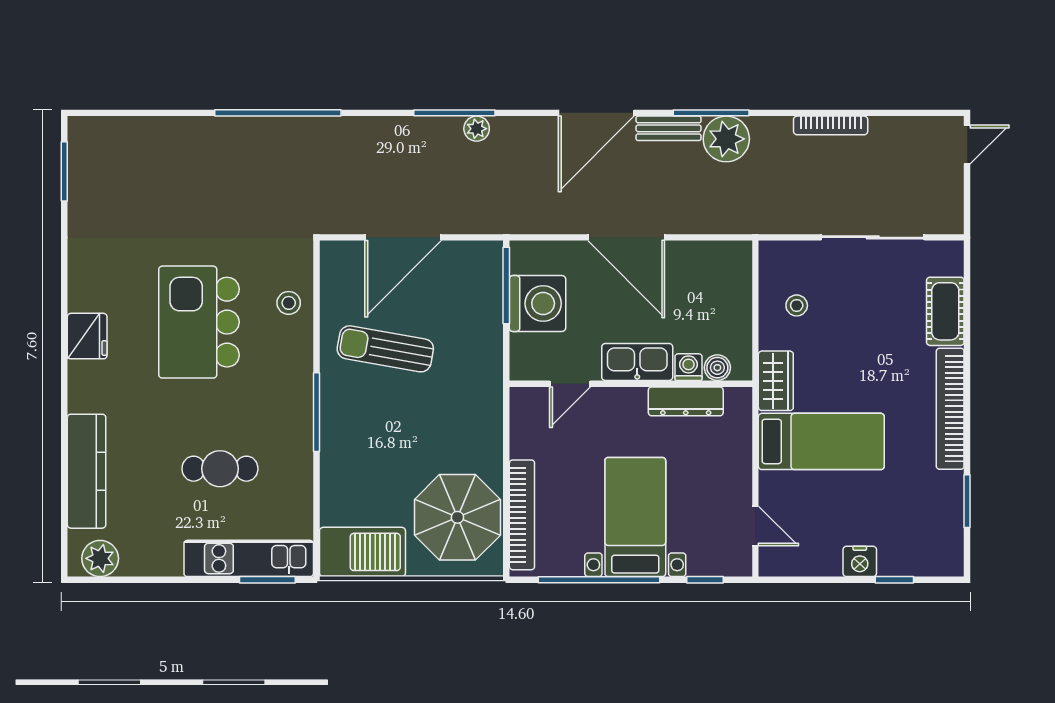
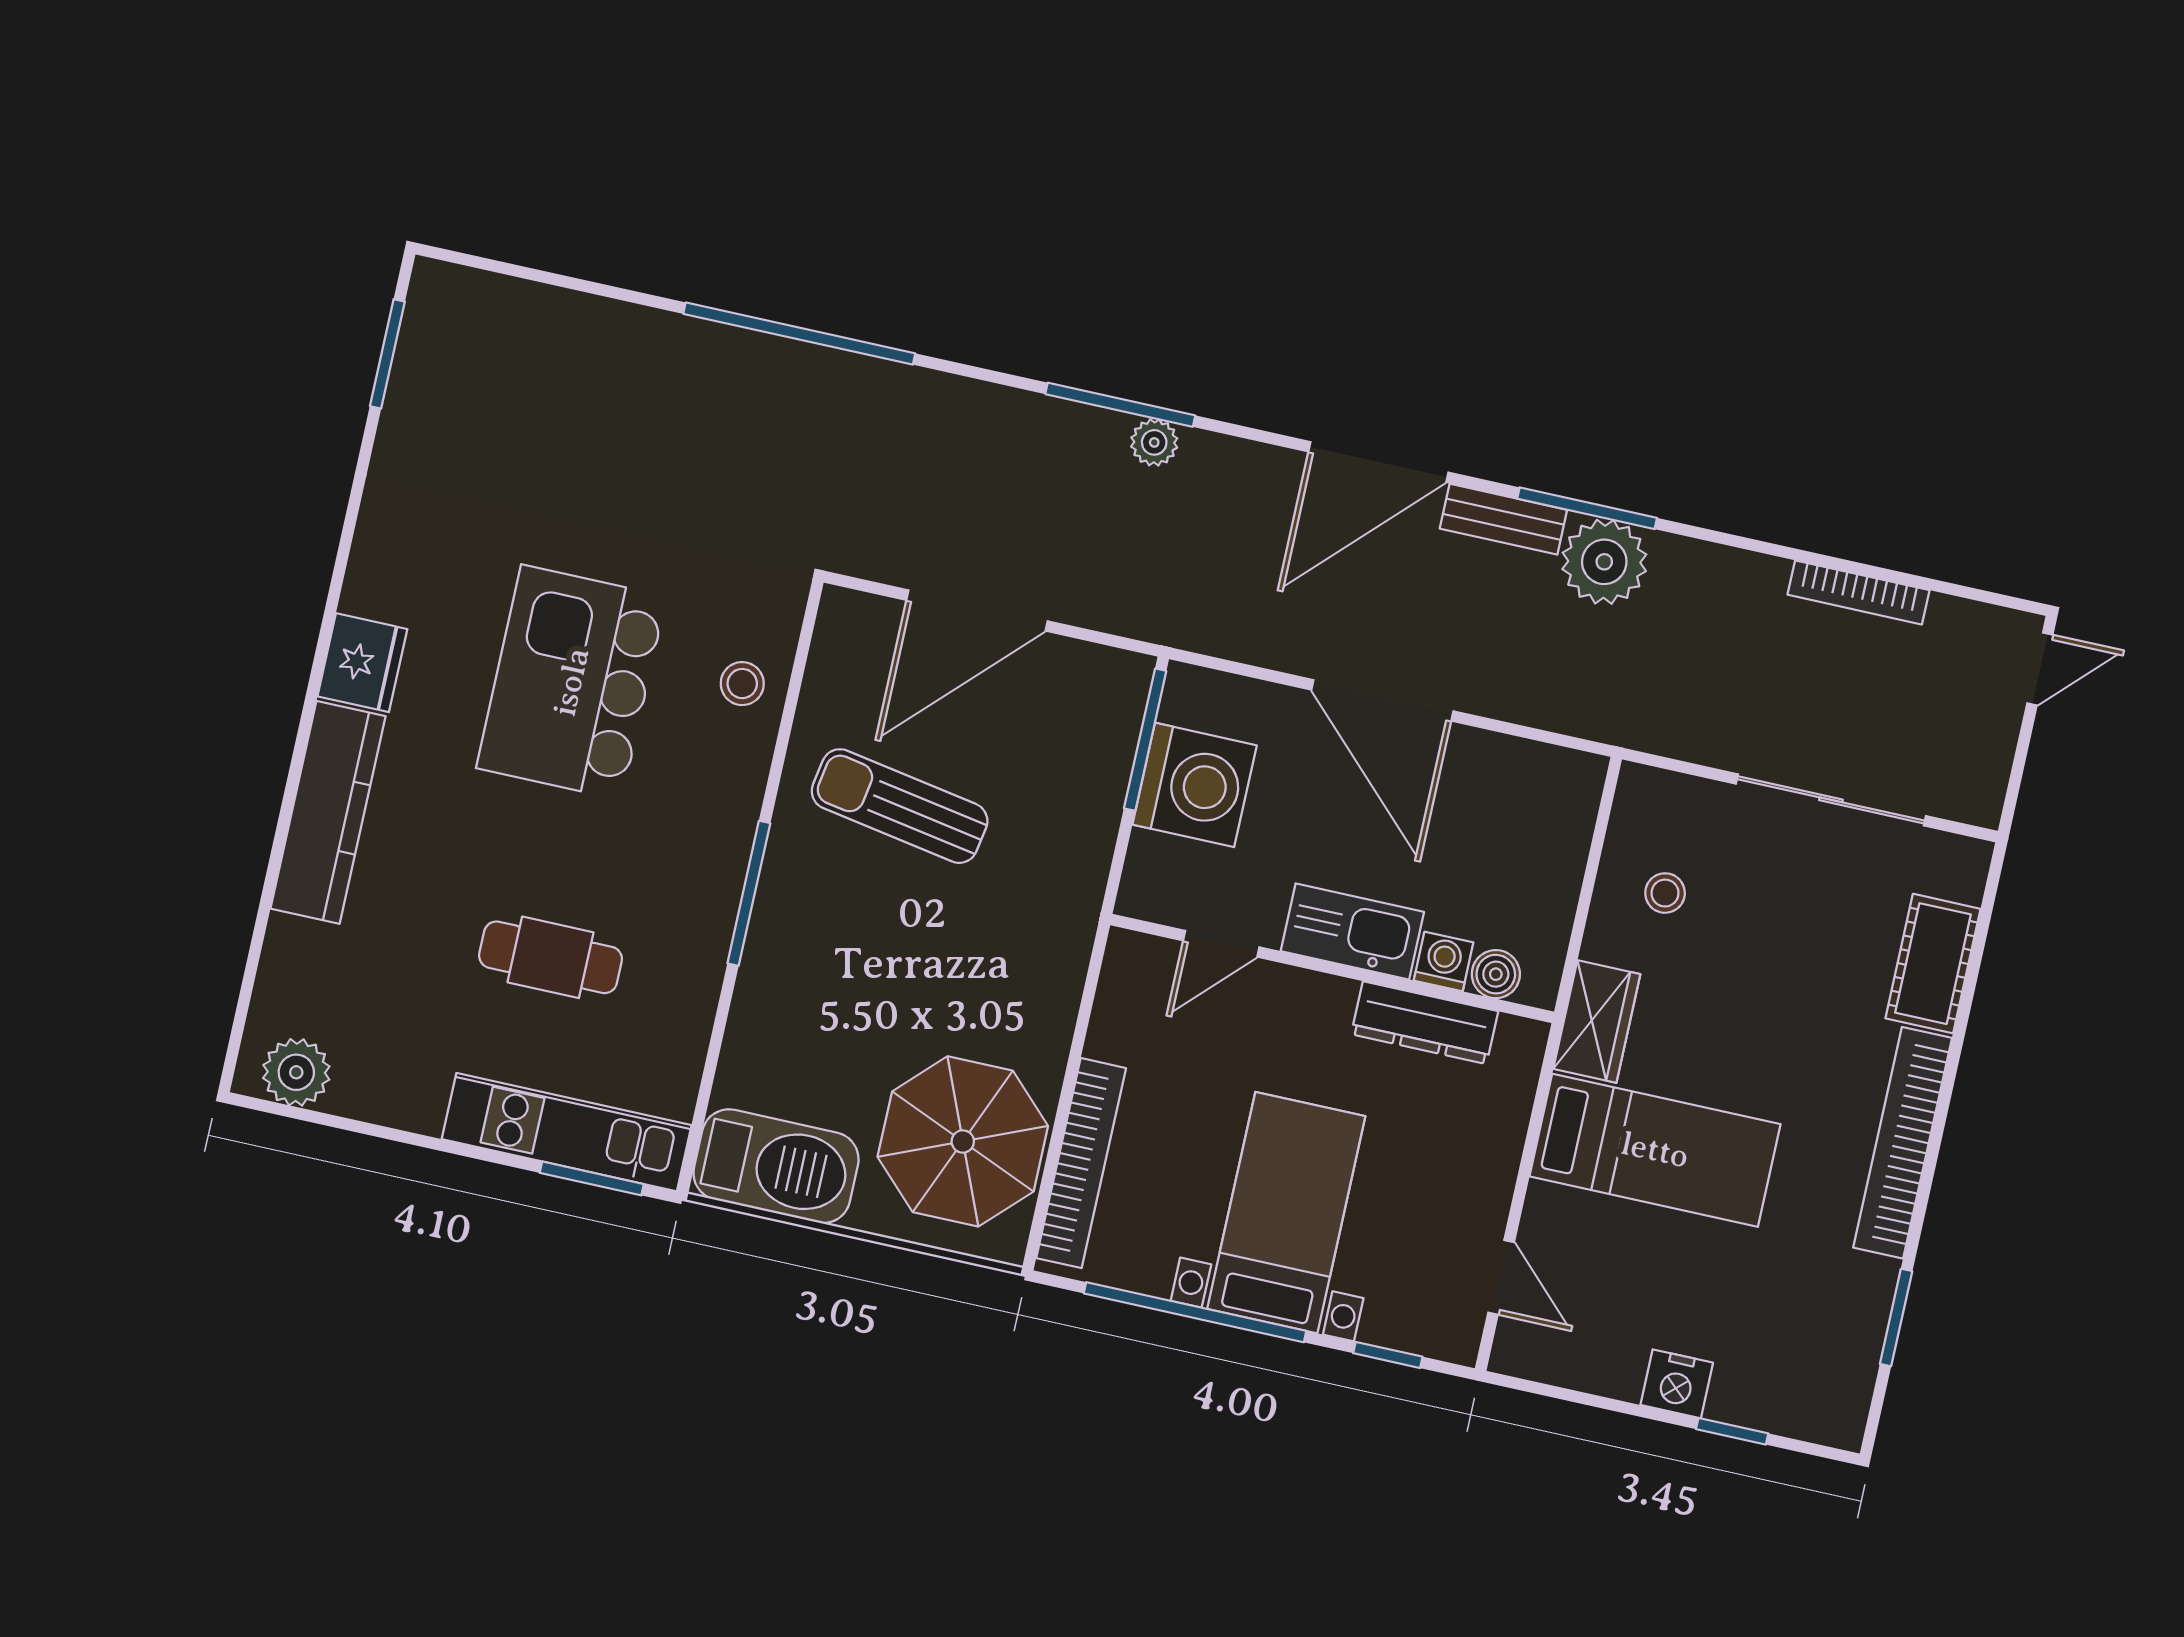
bookcase: (831, 125) -> (1859, 592), moved
kitchen counter: (87, 471) -> (328, 812), moved

